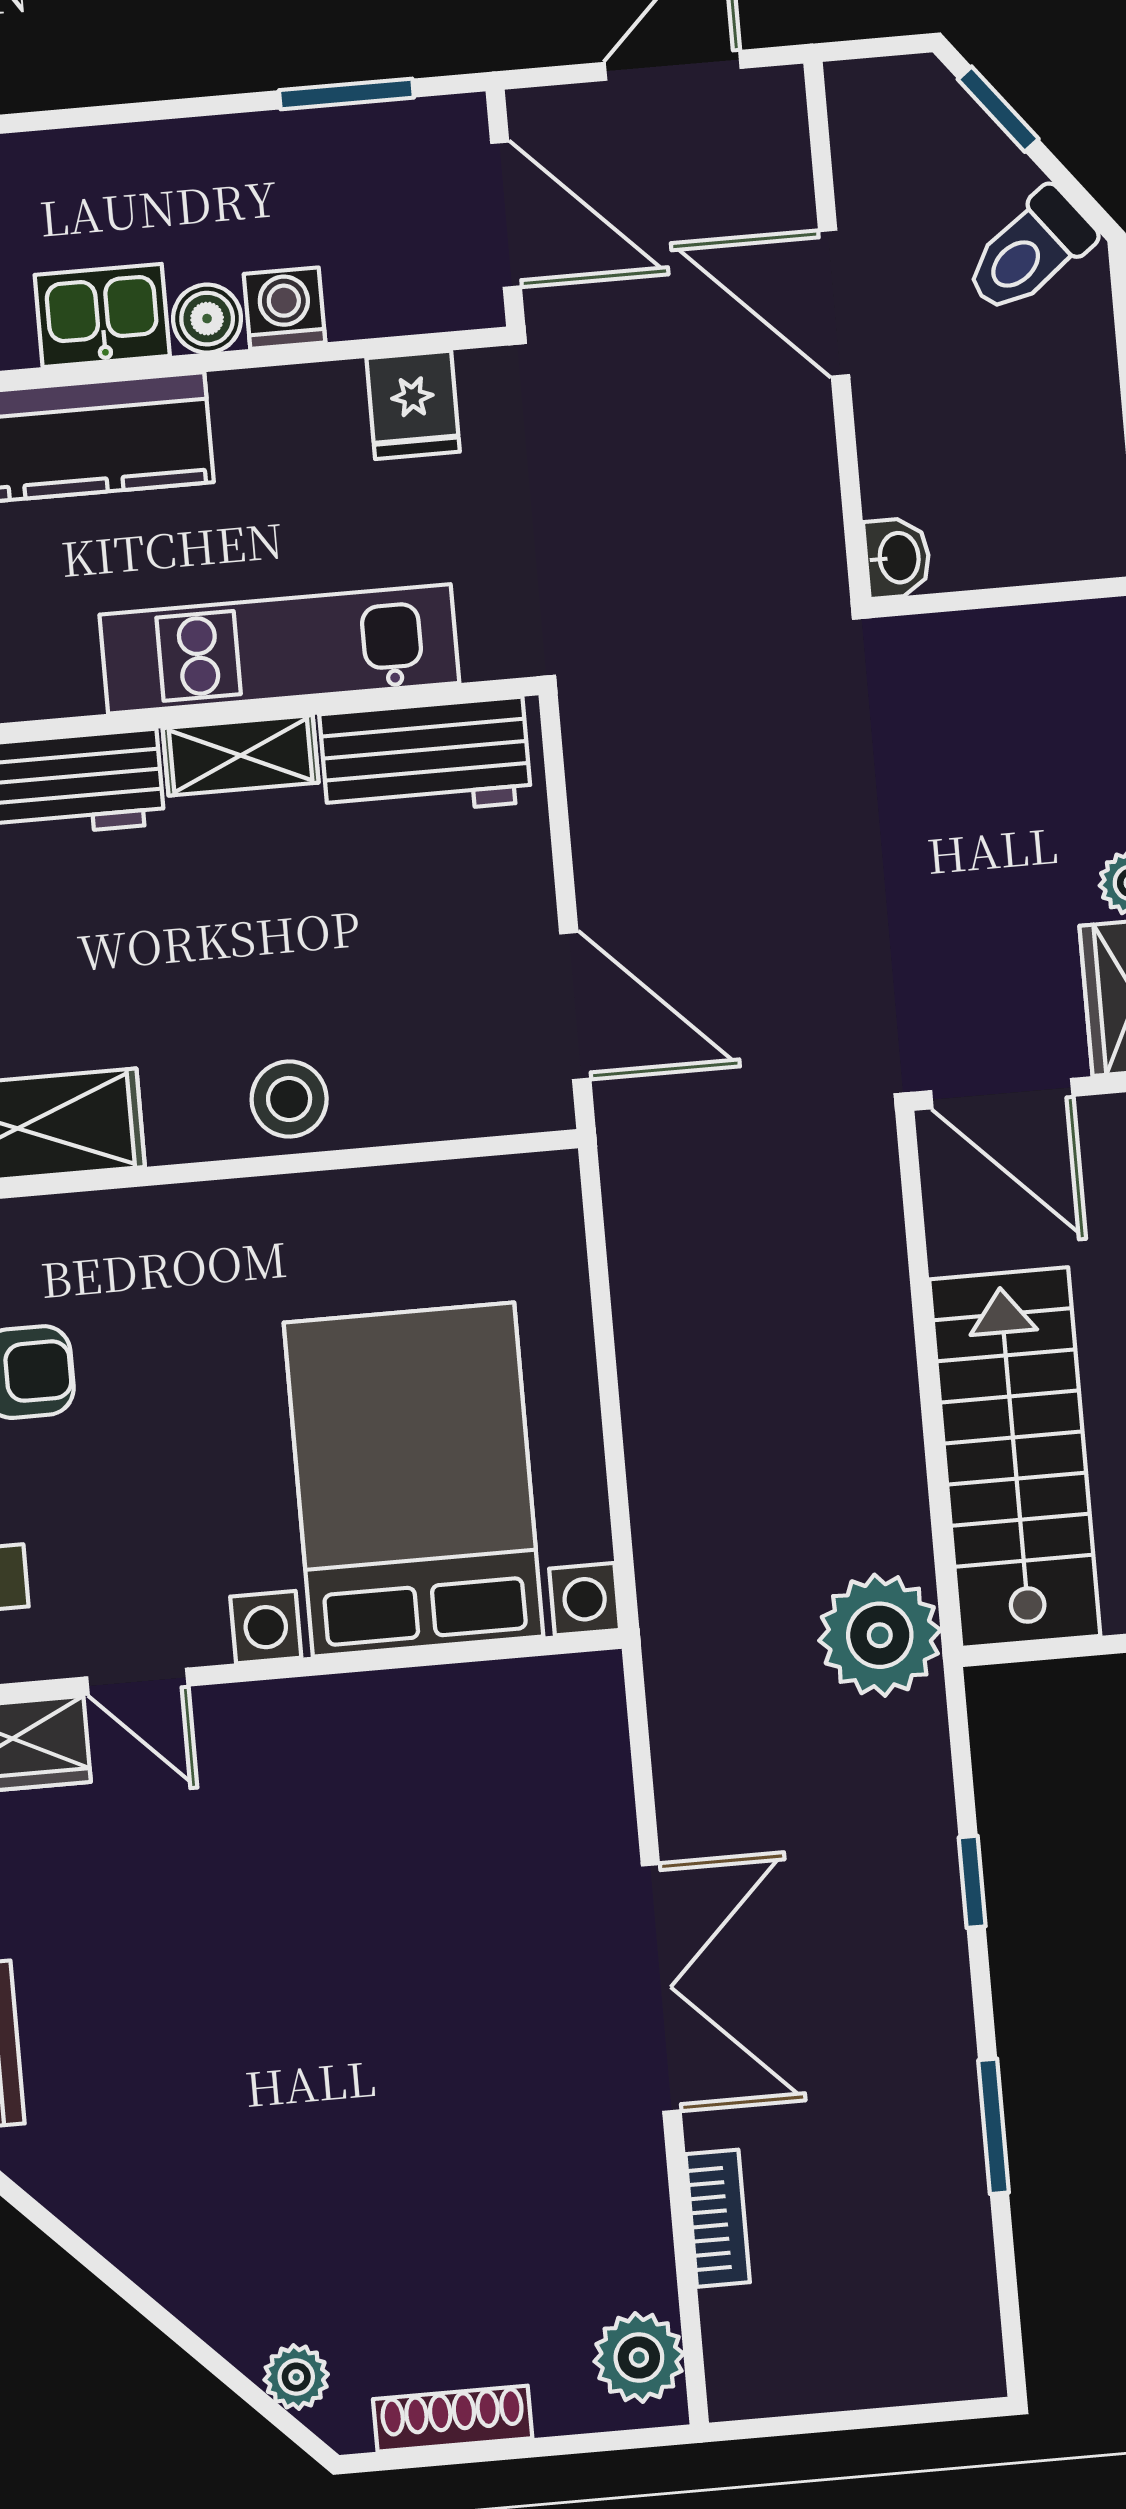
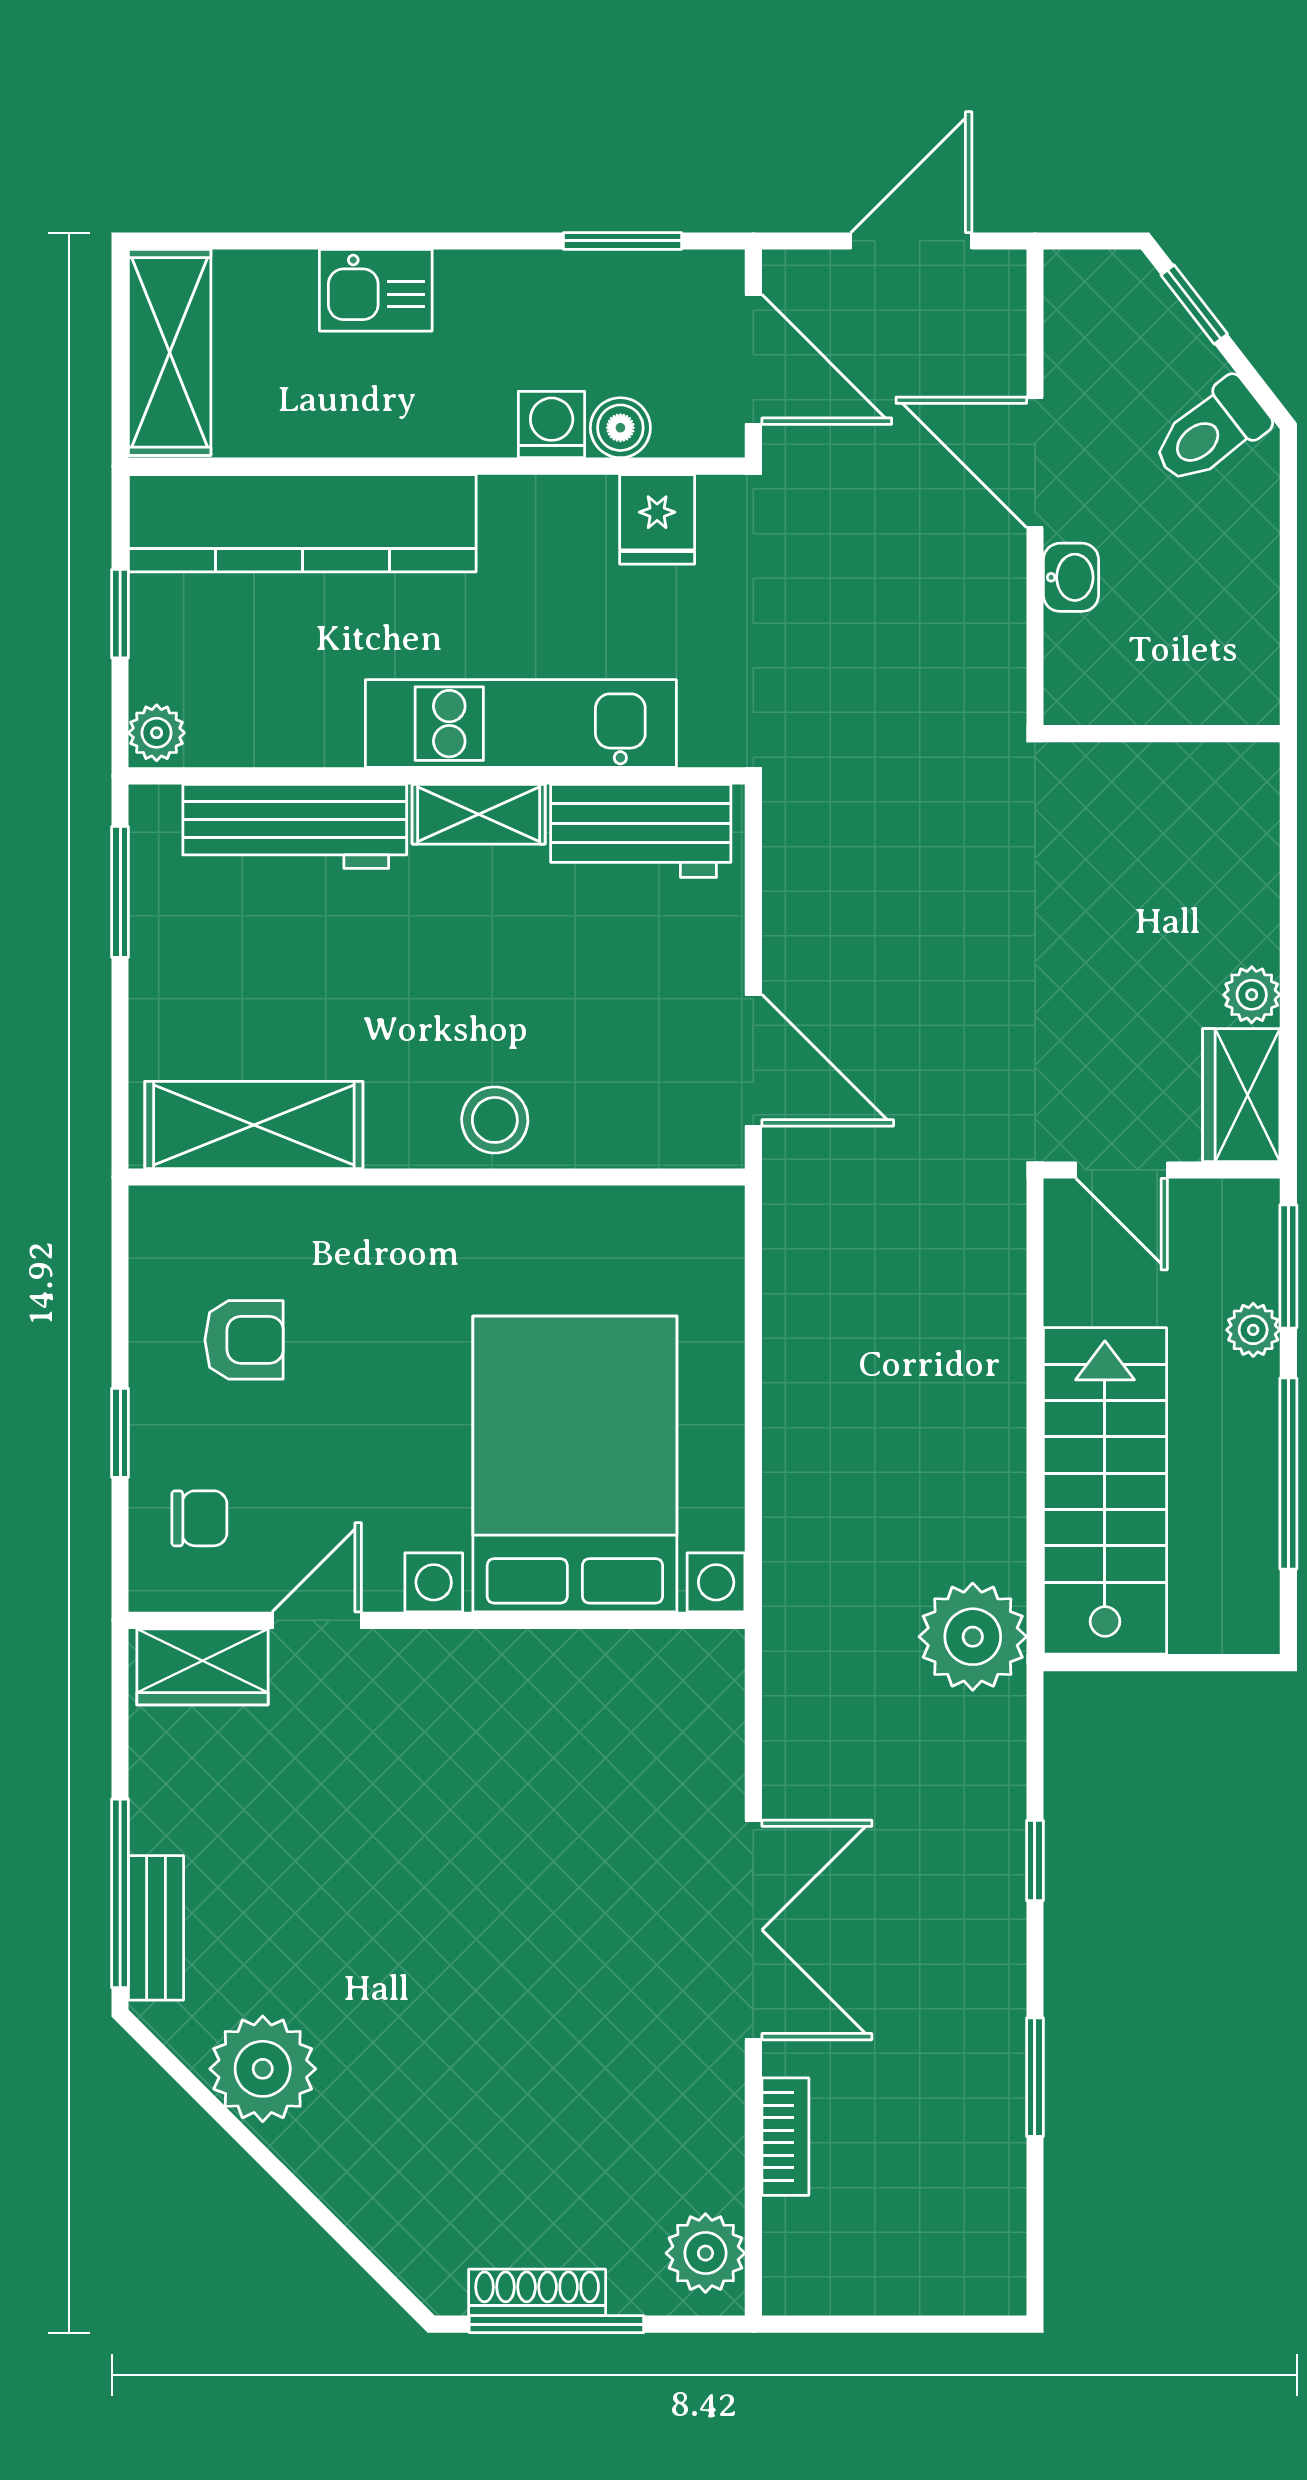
kitchen sink: (102, 315) -> (376, 290), moved, turned 180
boiler: (207, 319) -> (620, 428), moved
washbasin: (897, 558) -> (1071, 577), moved
door: (1002, 1094) -> (1122, 1170), width x0.73
door: (137, 1682) -> (317, 1620), swing flipped
plant: (296, 2377) -> (263, 2069), moved, width x1.88, depth x1.88
window: (478, 2453) -> (556, 2324), added

